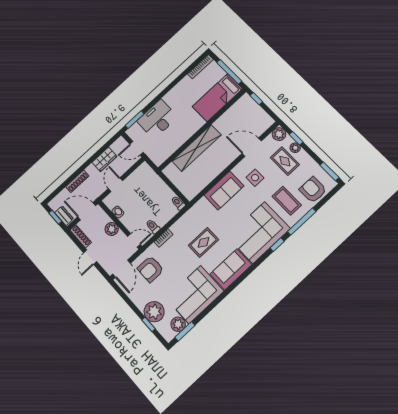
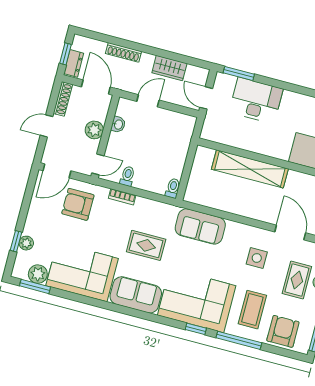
sofa: (224, 191) -> (200, 226), moved
door: (134, 240) -> (98, 164), hinge flipped
plant: (154, 312) -> (26, 243), width x0.53, depth x0.53

